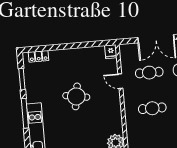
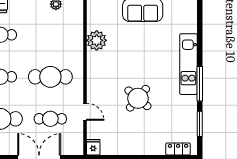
round table: (76, 96) -> (138, 98), turned 31
cafe table: (152, 108) -> (50, 77), width x1.37, depth x1.35

